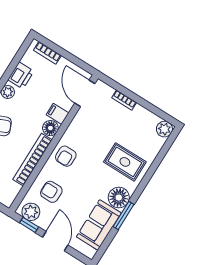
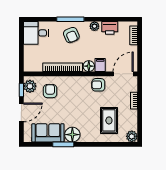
armchair: (66, 156) -> (98, 85), moved
rug: (125, 162) -> (109, 120), moved

